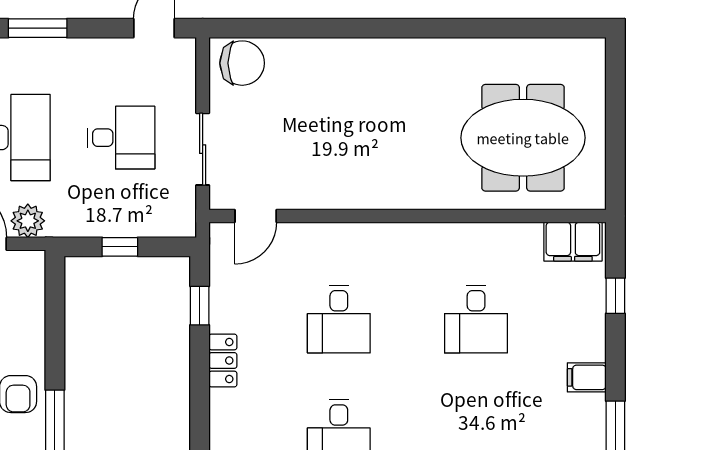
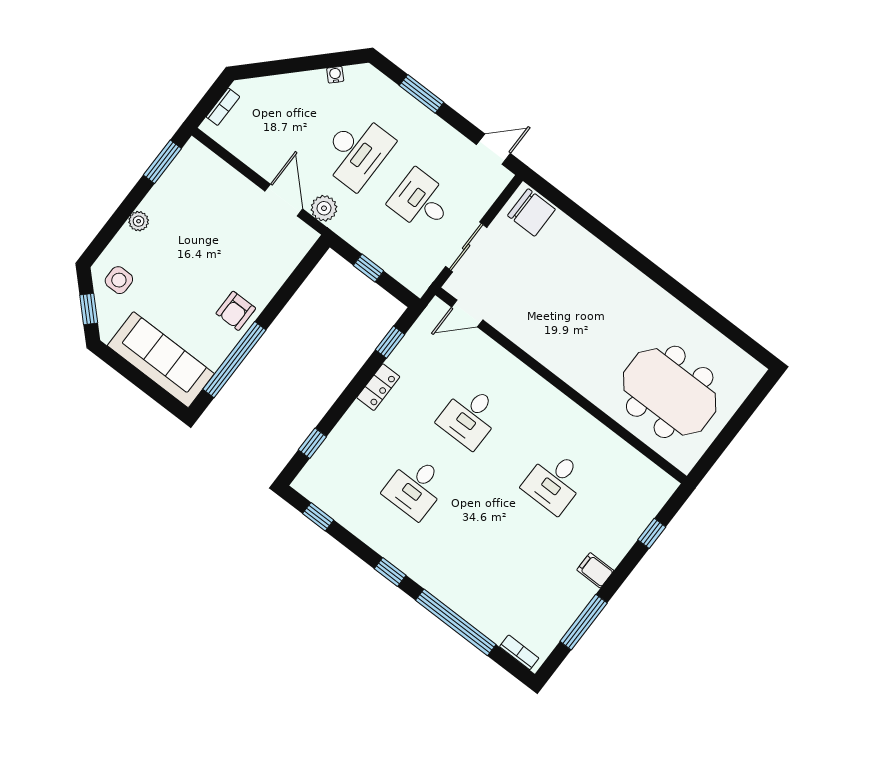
desk: (121, 138) -> (421, 201), turned 180
filing cabinet: (573, 242) -> (651, 480), removed

